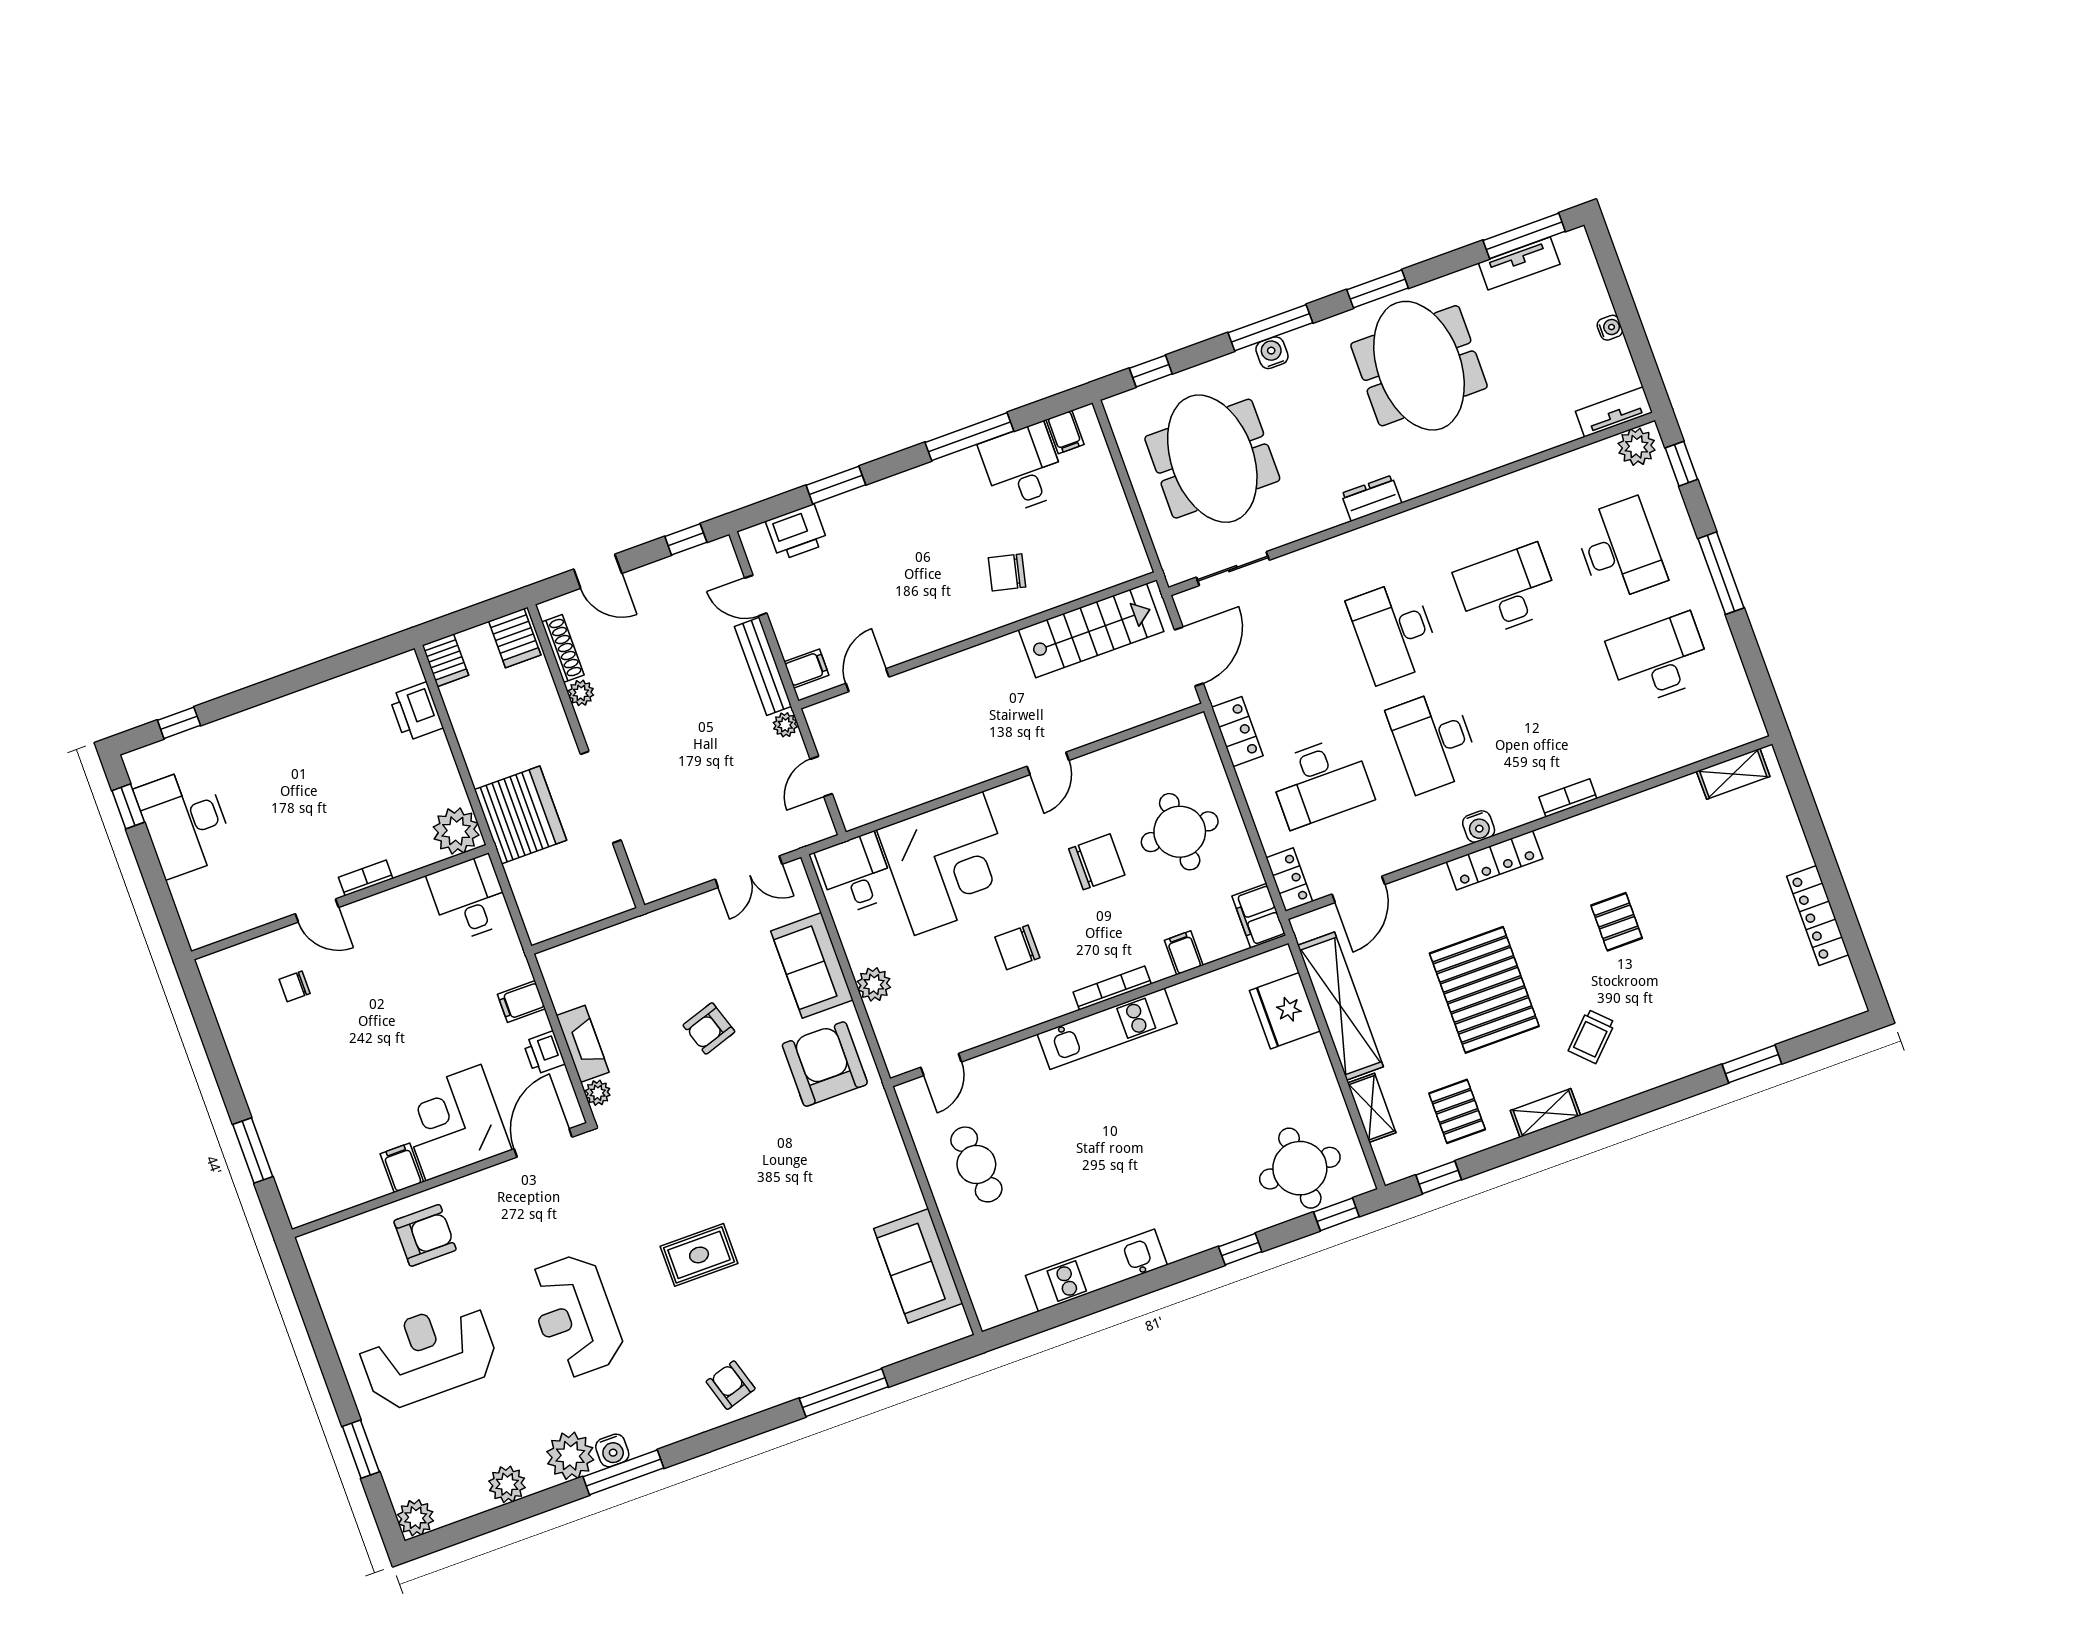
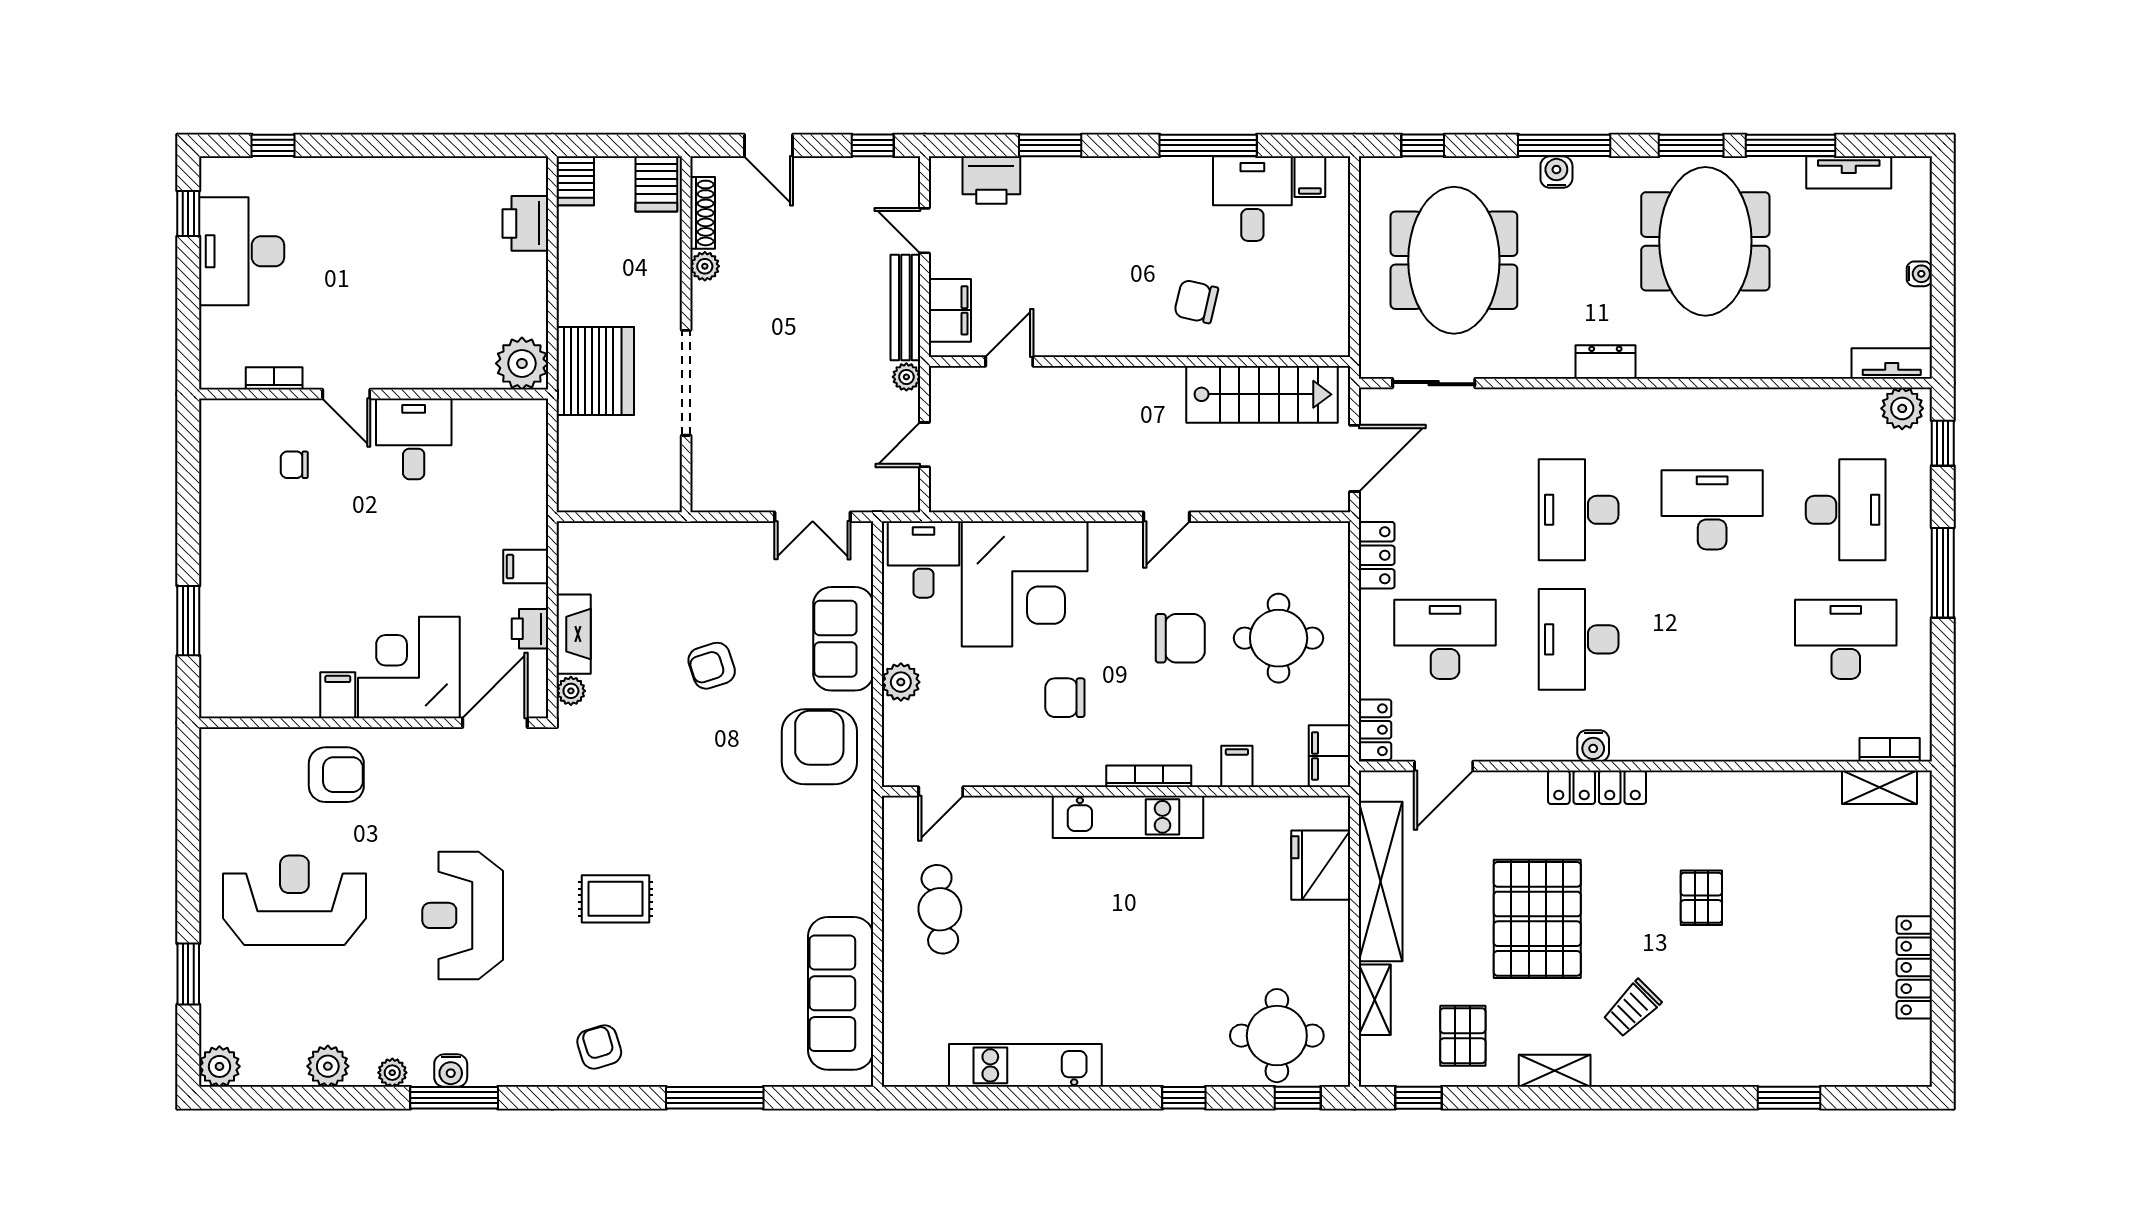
window: (1524, 236) -> (1791, 145), moved
filing cabinet: (806, 669) -> (950, 310), width x2.00
desk: (1321, 782) -> (1445, 639), turned 180
bookcase: (1568, 798) -> (1890, 750), moved
bookcase: (366, 878) -> (274, 378), moved
desk: (469, 898) -> (414, 439), moved
sofa: (918, 1266) -> (841, 993), width x1.36
plant: (570, 1456) -> (392, 1073), width x0.53, depth x0.53

